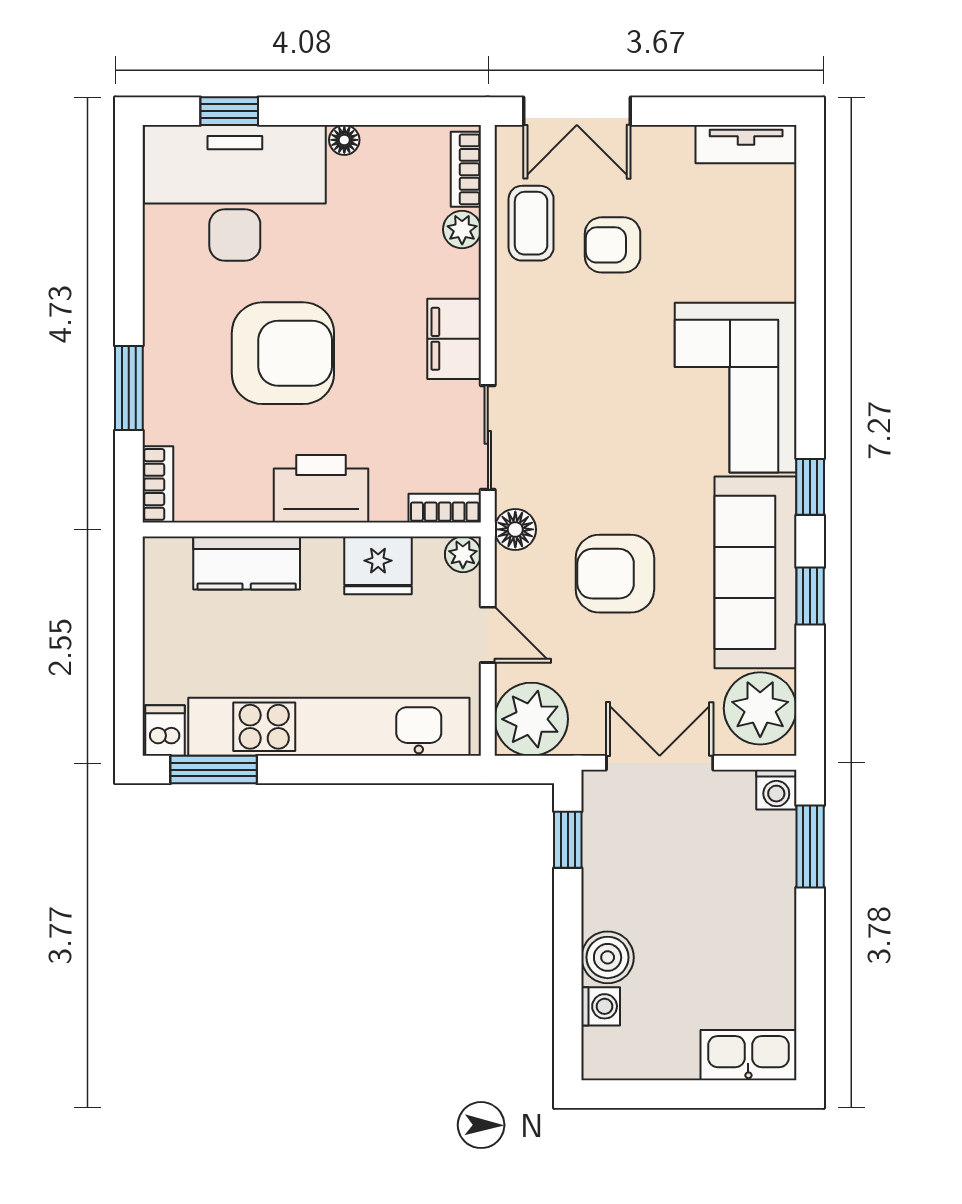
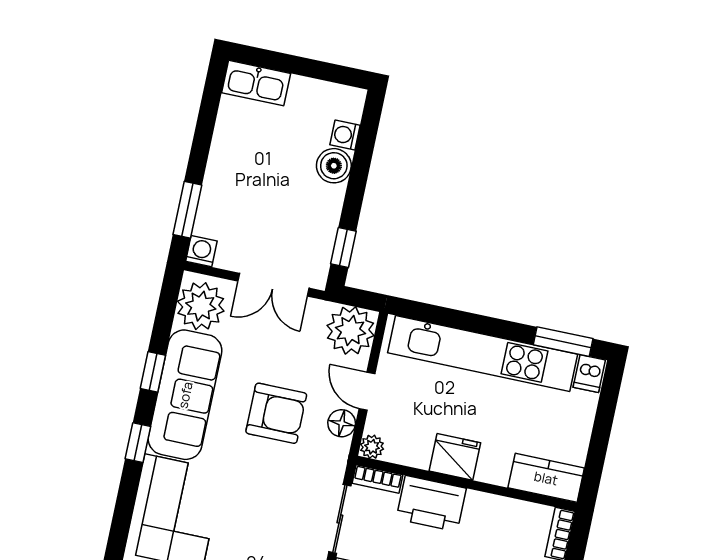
printer: (321, 489) -> (431, 504), moved
floor lamp: (515, 529) -> (342, 423), moved
kitchen counter: (247, 563) -> (546, 478), moved
fridge: (378, 565) -> (455, 457), moved

